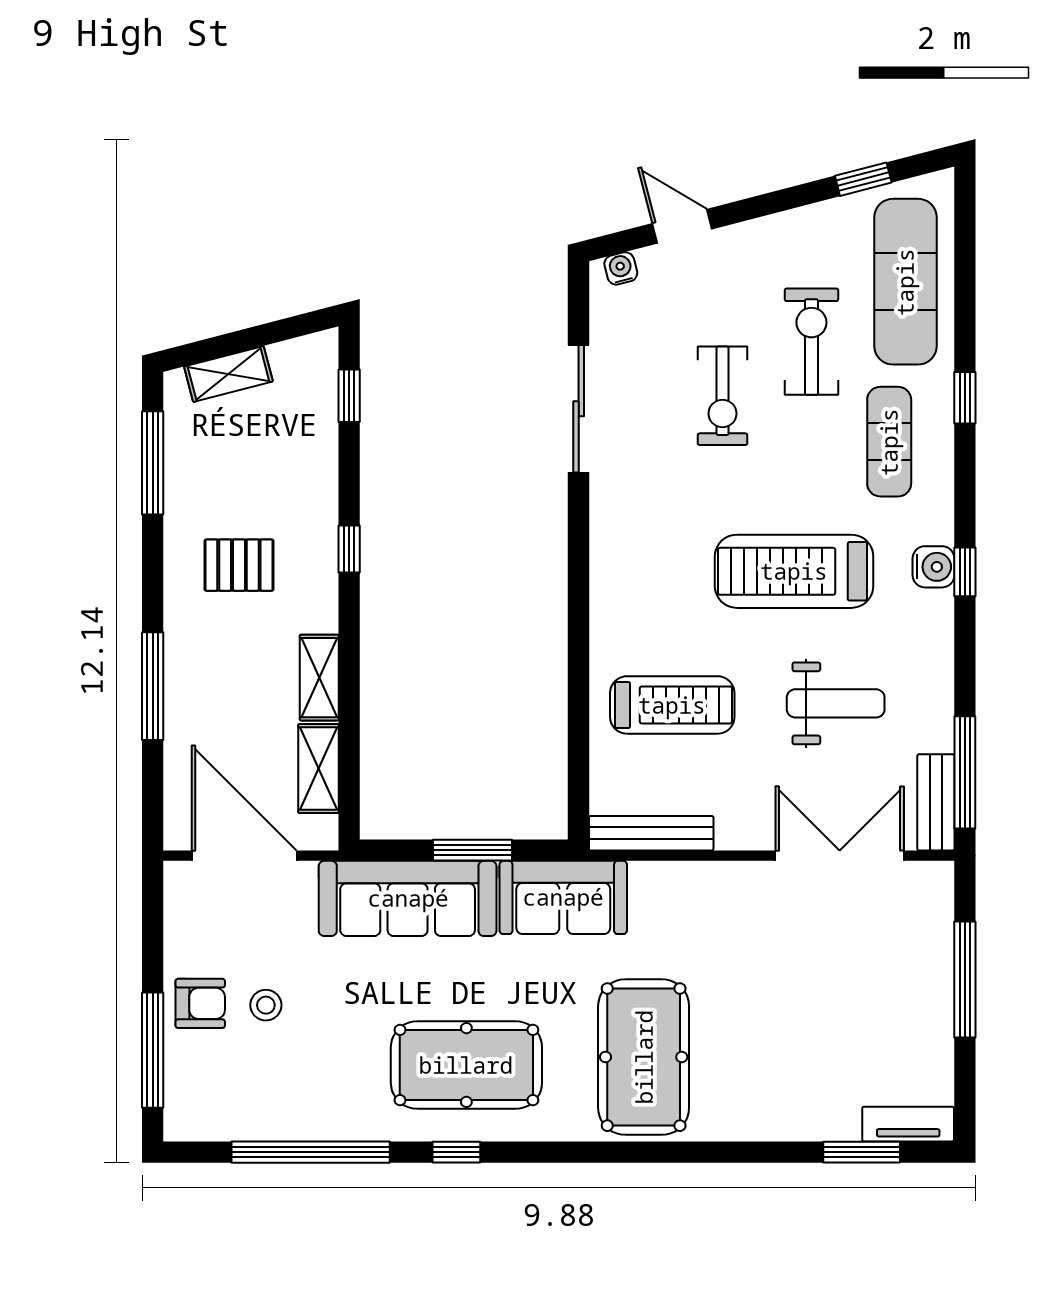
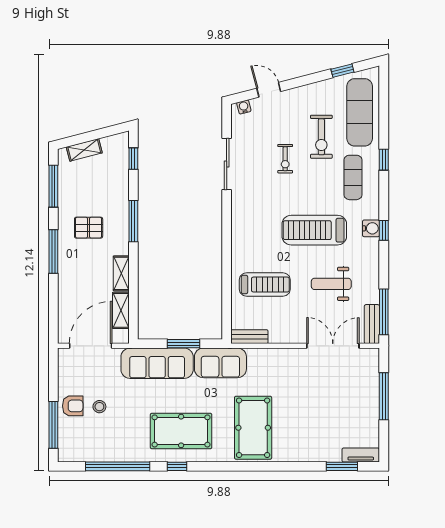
exercise bike: (811, 342) -> (321, 137), turned 180
exercise bike: (722, 396) -> (285, 159), width x0.73, depth x0.72
window: (349, 549) -> (133, 221), width x2.17
window: (153, 686) -> (53, 252), moved
weight bench: (836, 703) -> (331, 284), turned 180
bench: (651, 833) -> (249, 337), width x0.73
door: (244, 856) -> (91, 346), hinge flipped

